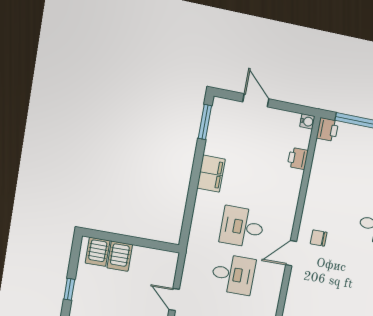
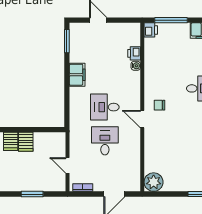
water cooler: (307, 121) -> (136, 66), moved
door: (291, 253) -> (142, 119), hinge flipped
desk: (233, 274) -> (105, 141), turned -90

